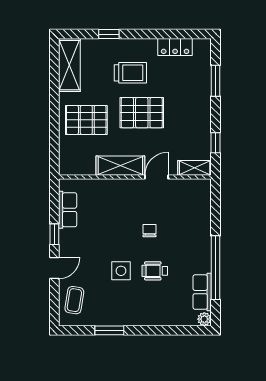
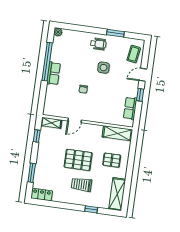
locker: (175, 47) -> (42, 195), moved
pallet: (86, 120) -> (112, 160), width x0.67, depth x0.71
shelving: (120, 166) -> (117, 133), moved
wheelchair: (155, 271) -> (98, 44), moved
row of seats: (202, 292) -> (54, 73), moved

